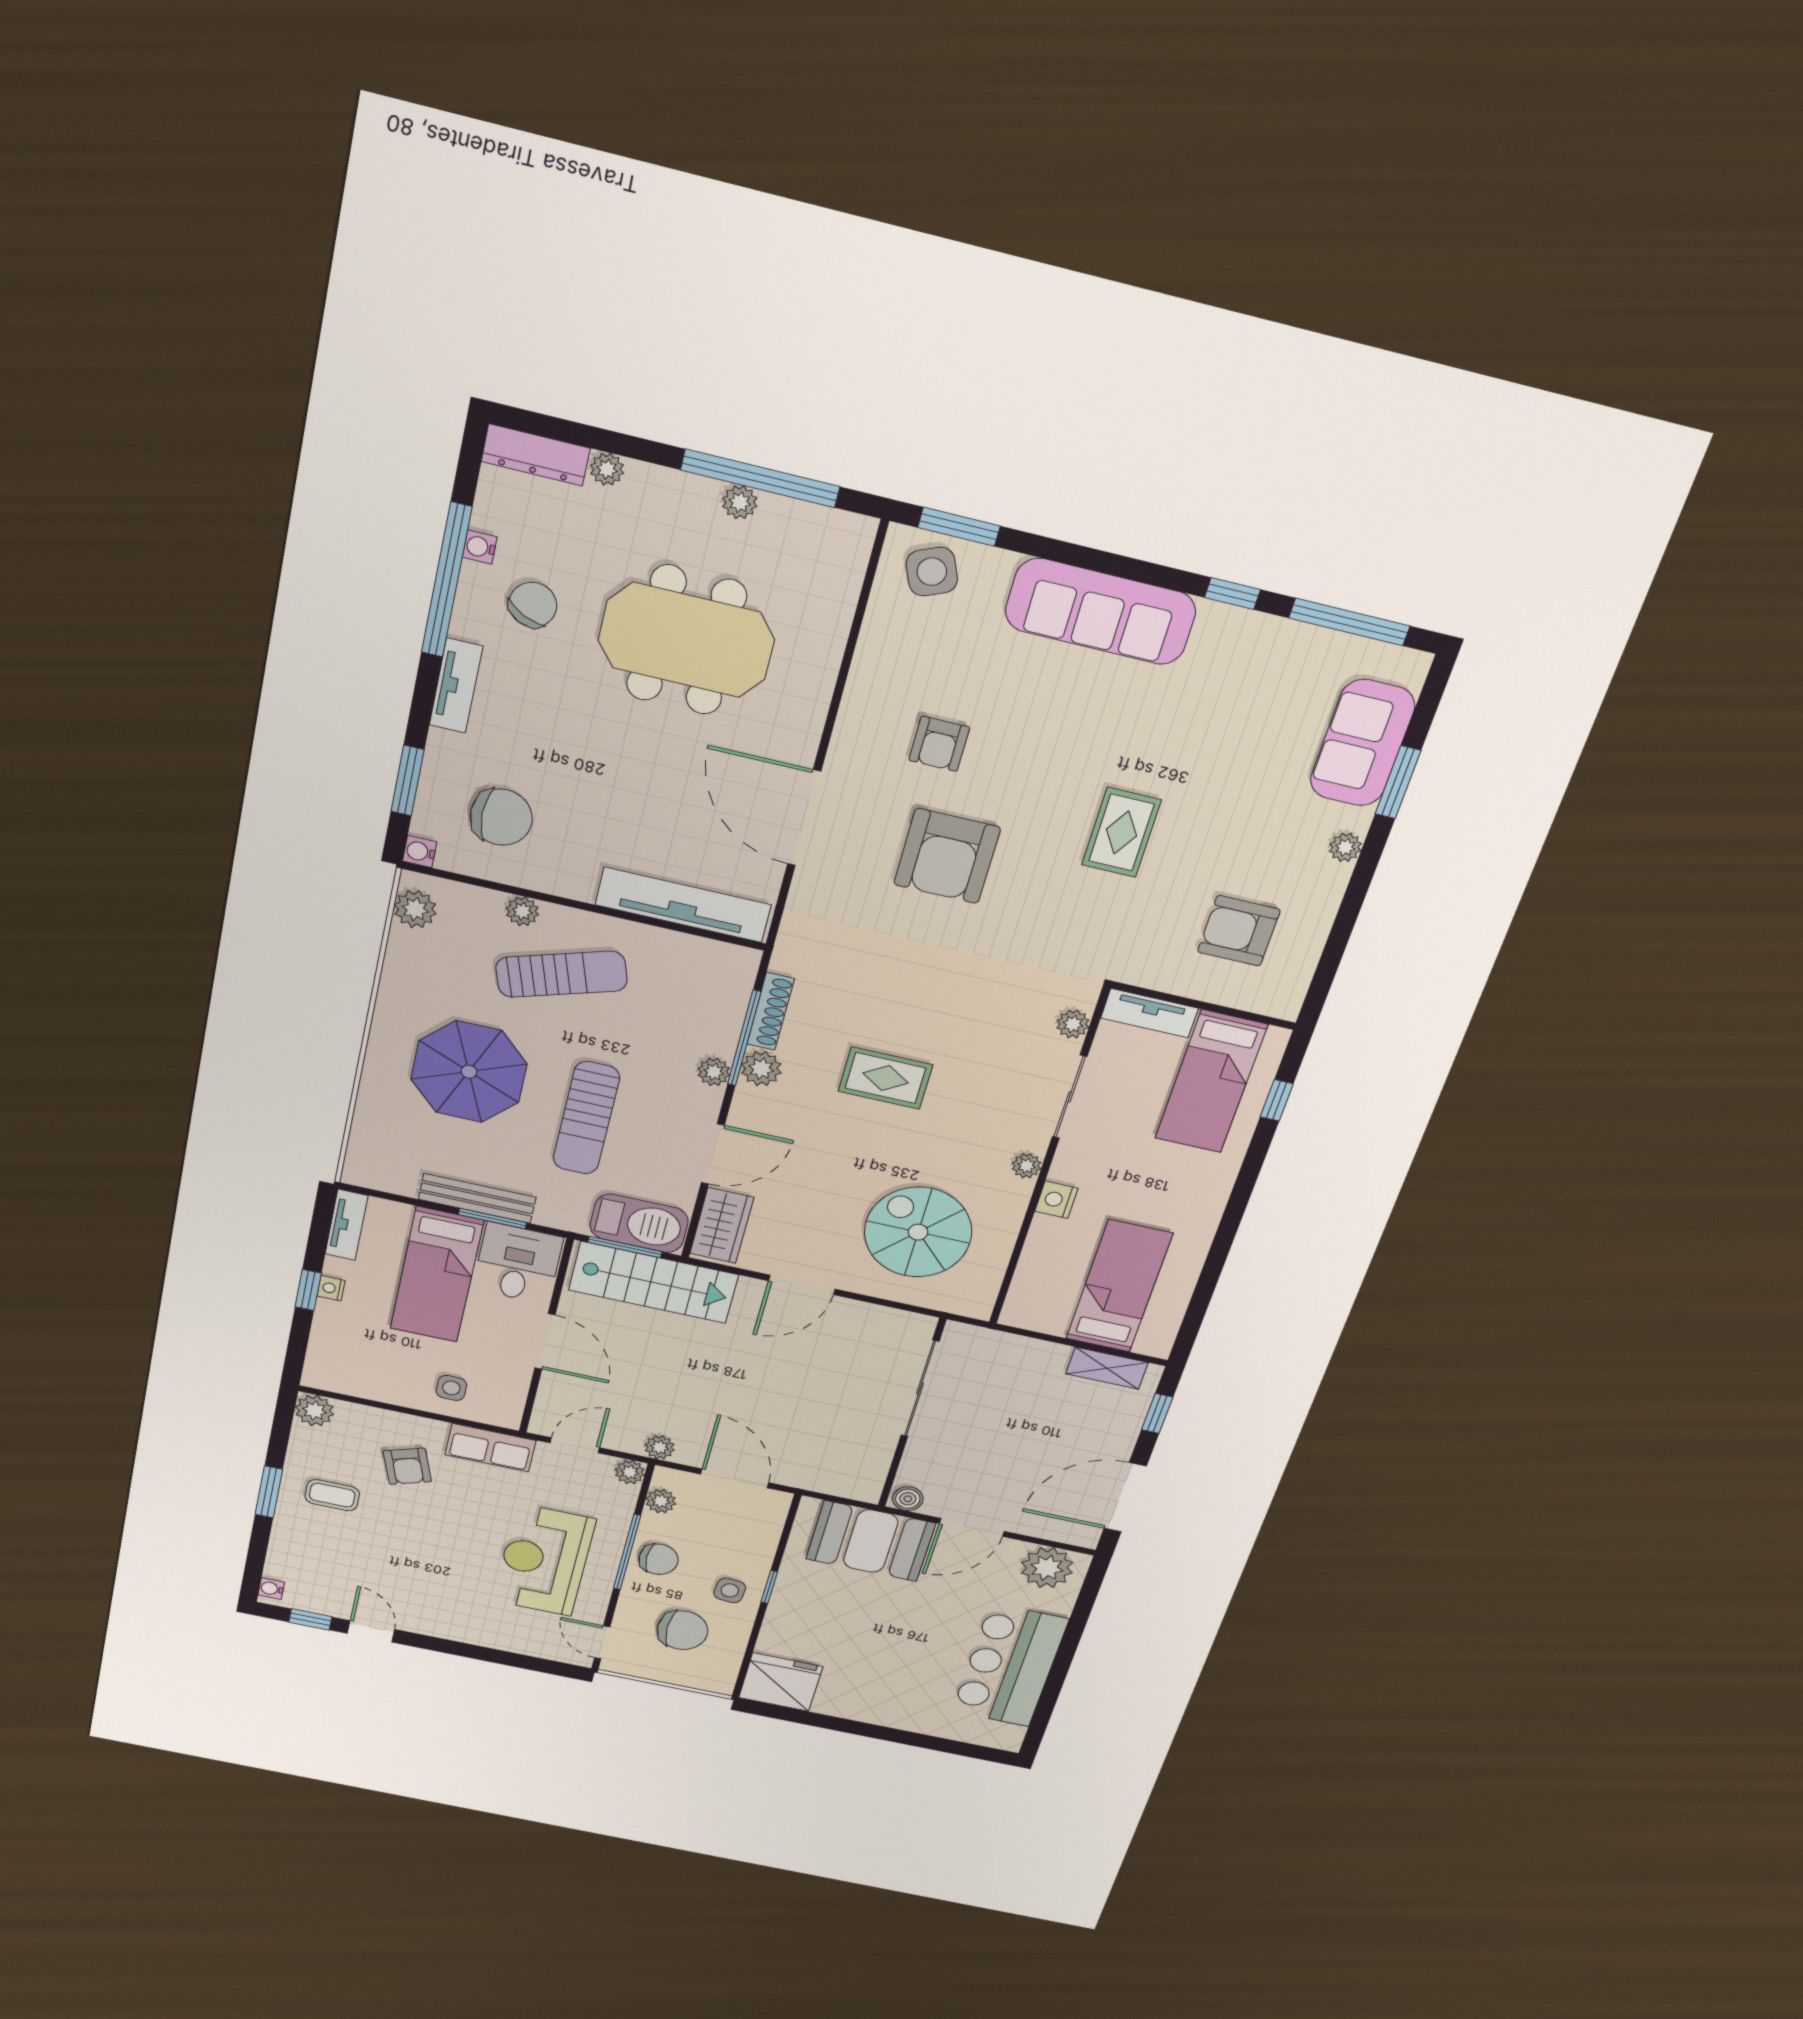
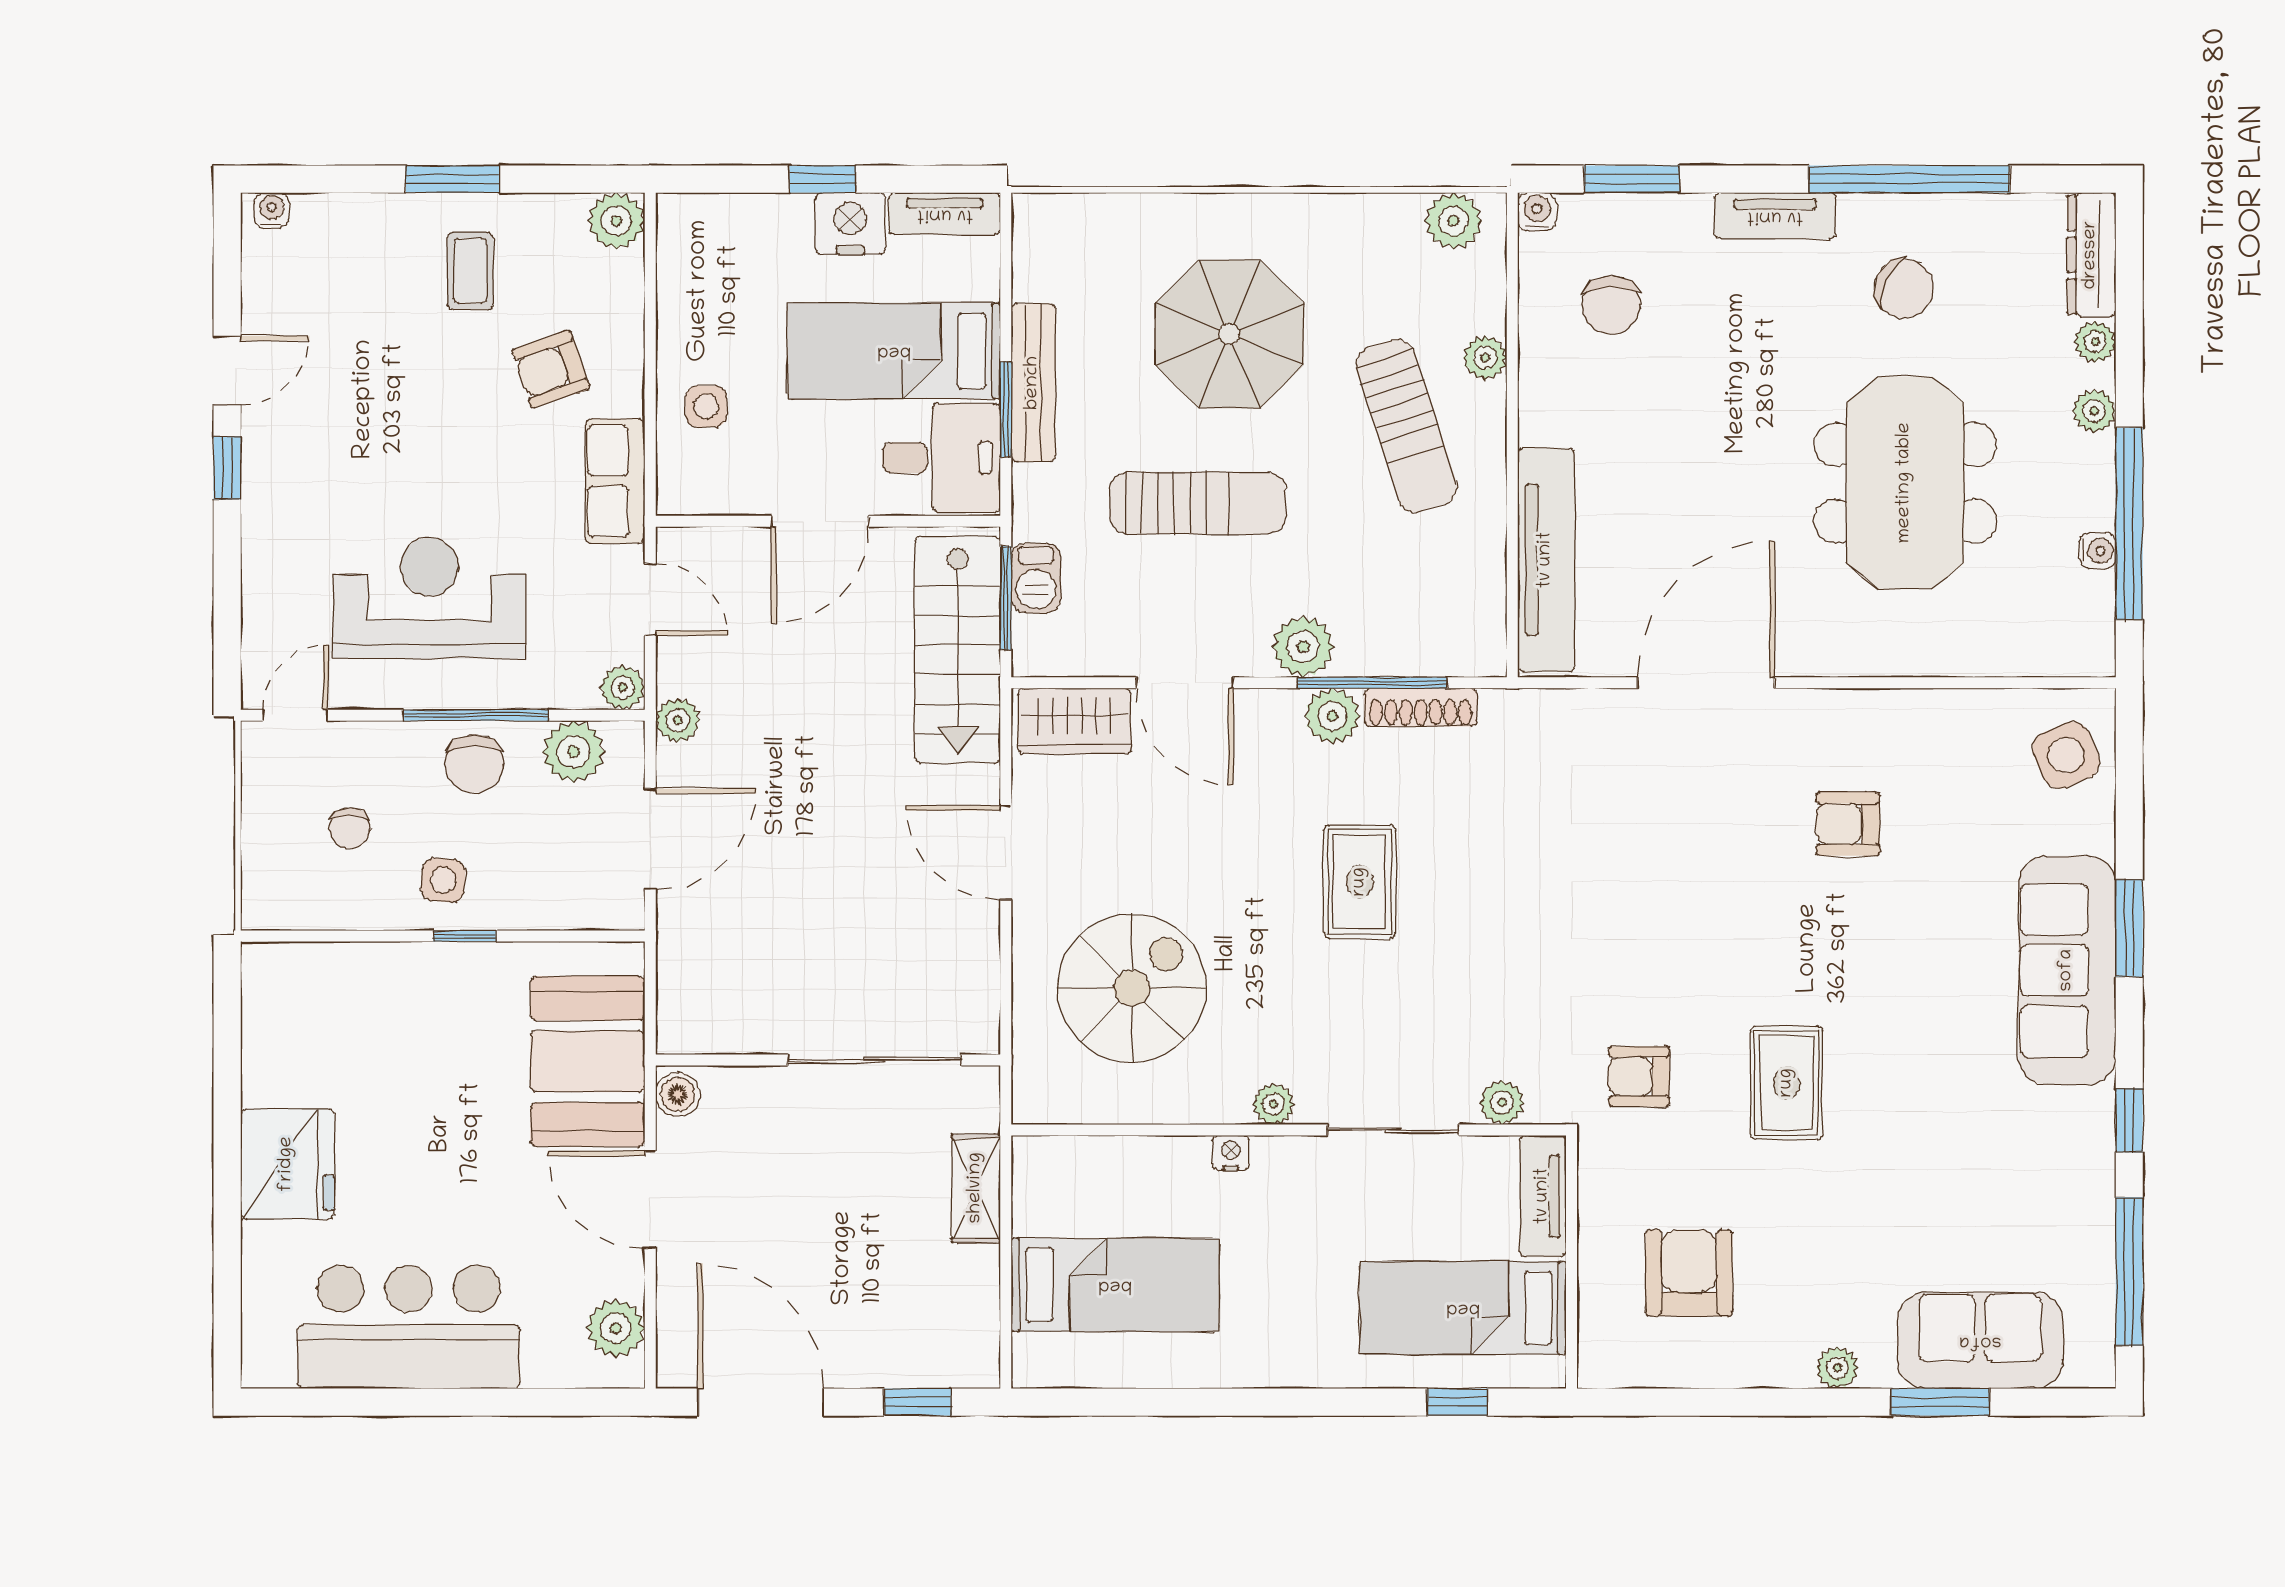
plant: (740, 502) -> (2094, 411), moved
window: (959, 527) -> (2129, 928), moved
water cooler: (480, 547) -> (2097, 551), moved, turned 90
chair: (501, 817) -> (1611, 305), width x0.73, depth x0.73
rug: (1121, 832) -> (1787, 1083), turned 90
armchair: (947, 856) -> (1639, 1077), moved, width x0.53, depth x0.53
plant: (714, 1072) -> (1303, 647), width x1.38, depth x1.38
sun lounger: (586, 1118) -> (1198, 503), turned 180
nightstand: (1056, 1200) -> (1231, 1153), width x0.72, depth x0.74
barbecue: (639, 1223) -> (1036, 578), width x0.53, depth x0.65
nightstand: (331, 1288) -> (850, 224), width x1.89, depth x1.79
shelving: (1107, 1368) -> (976, 1188), moved
plant: (661, 1501) -> (573, 752), width x1.38, depth x1.38
plant: (1047, 1568) -> (616, 1328), width x0.73, depth x0.73
window: (310, 1619) -> (227, 468), moved
chair: (682, 1630) -> (350, 828), width x0.54, depth x0.54
fridge: (781, 1682) -> (287, 1164), moved

